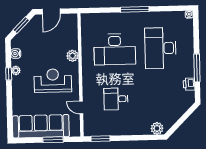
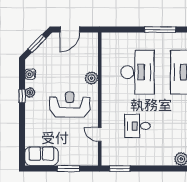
desk: (115, 49) -> (138, 72), turned -90
sofa: (41, 126) -> (41, 156), width x0.54, depth x0.79

